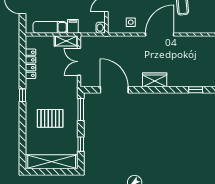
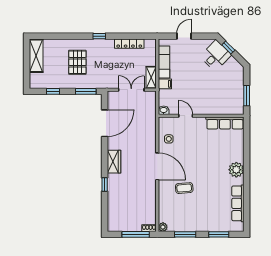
window: (196, 90) -> (105, 184), moved
shelving: (52, 162) -> (36, 56), width x0.68

